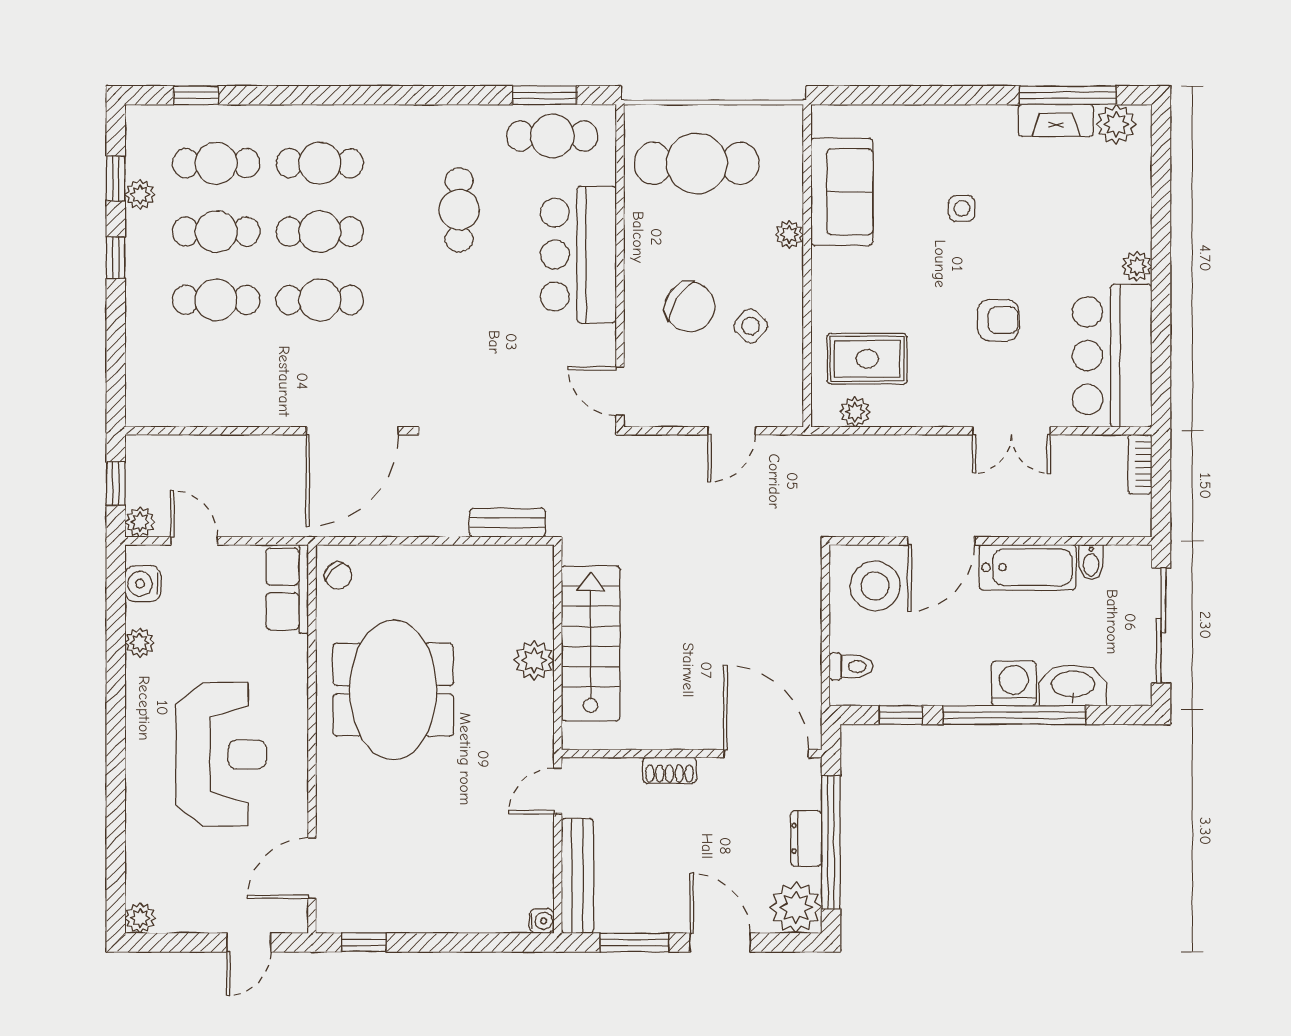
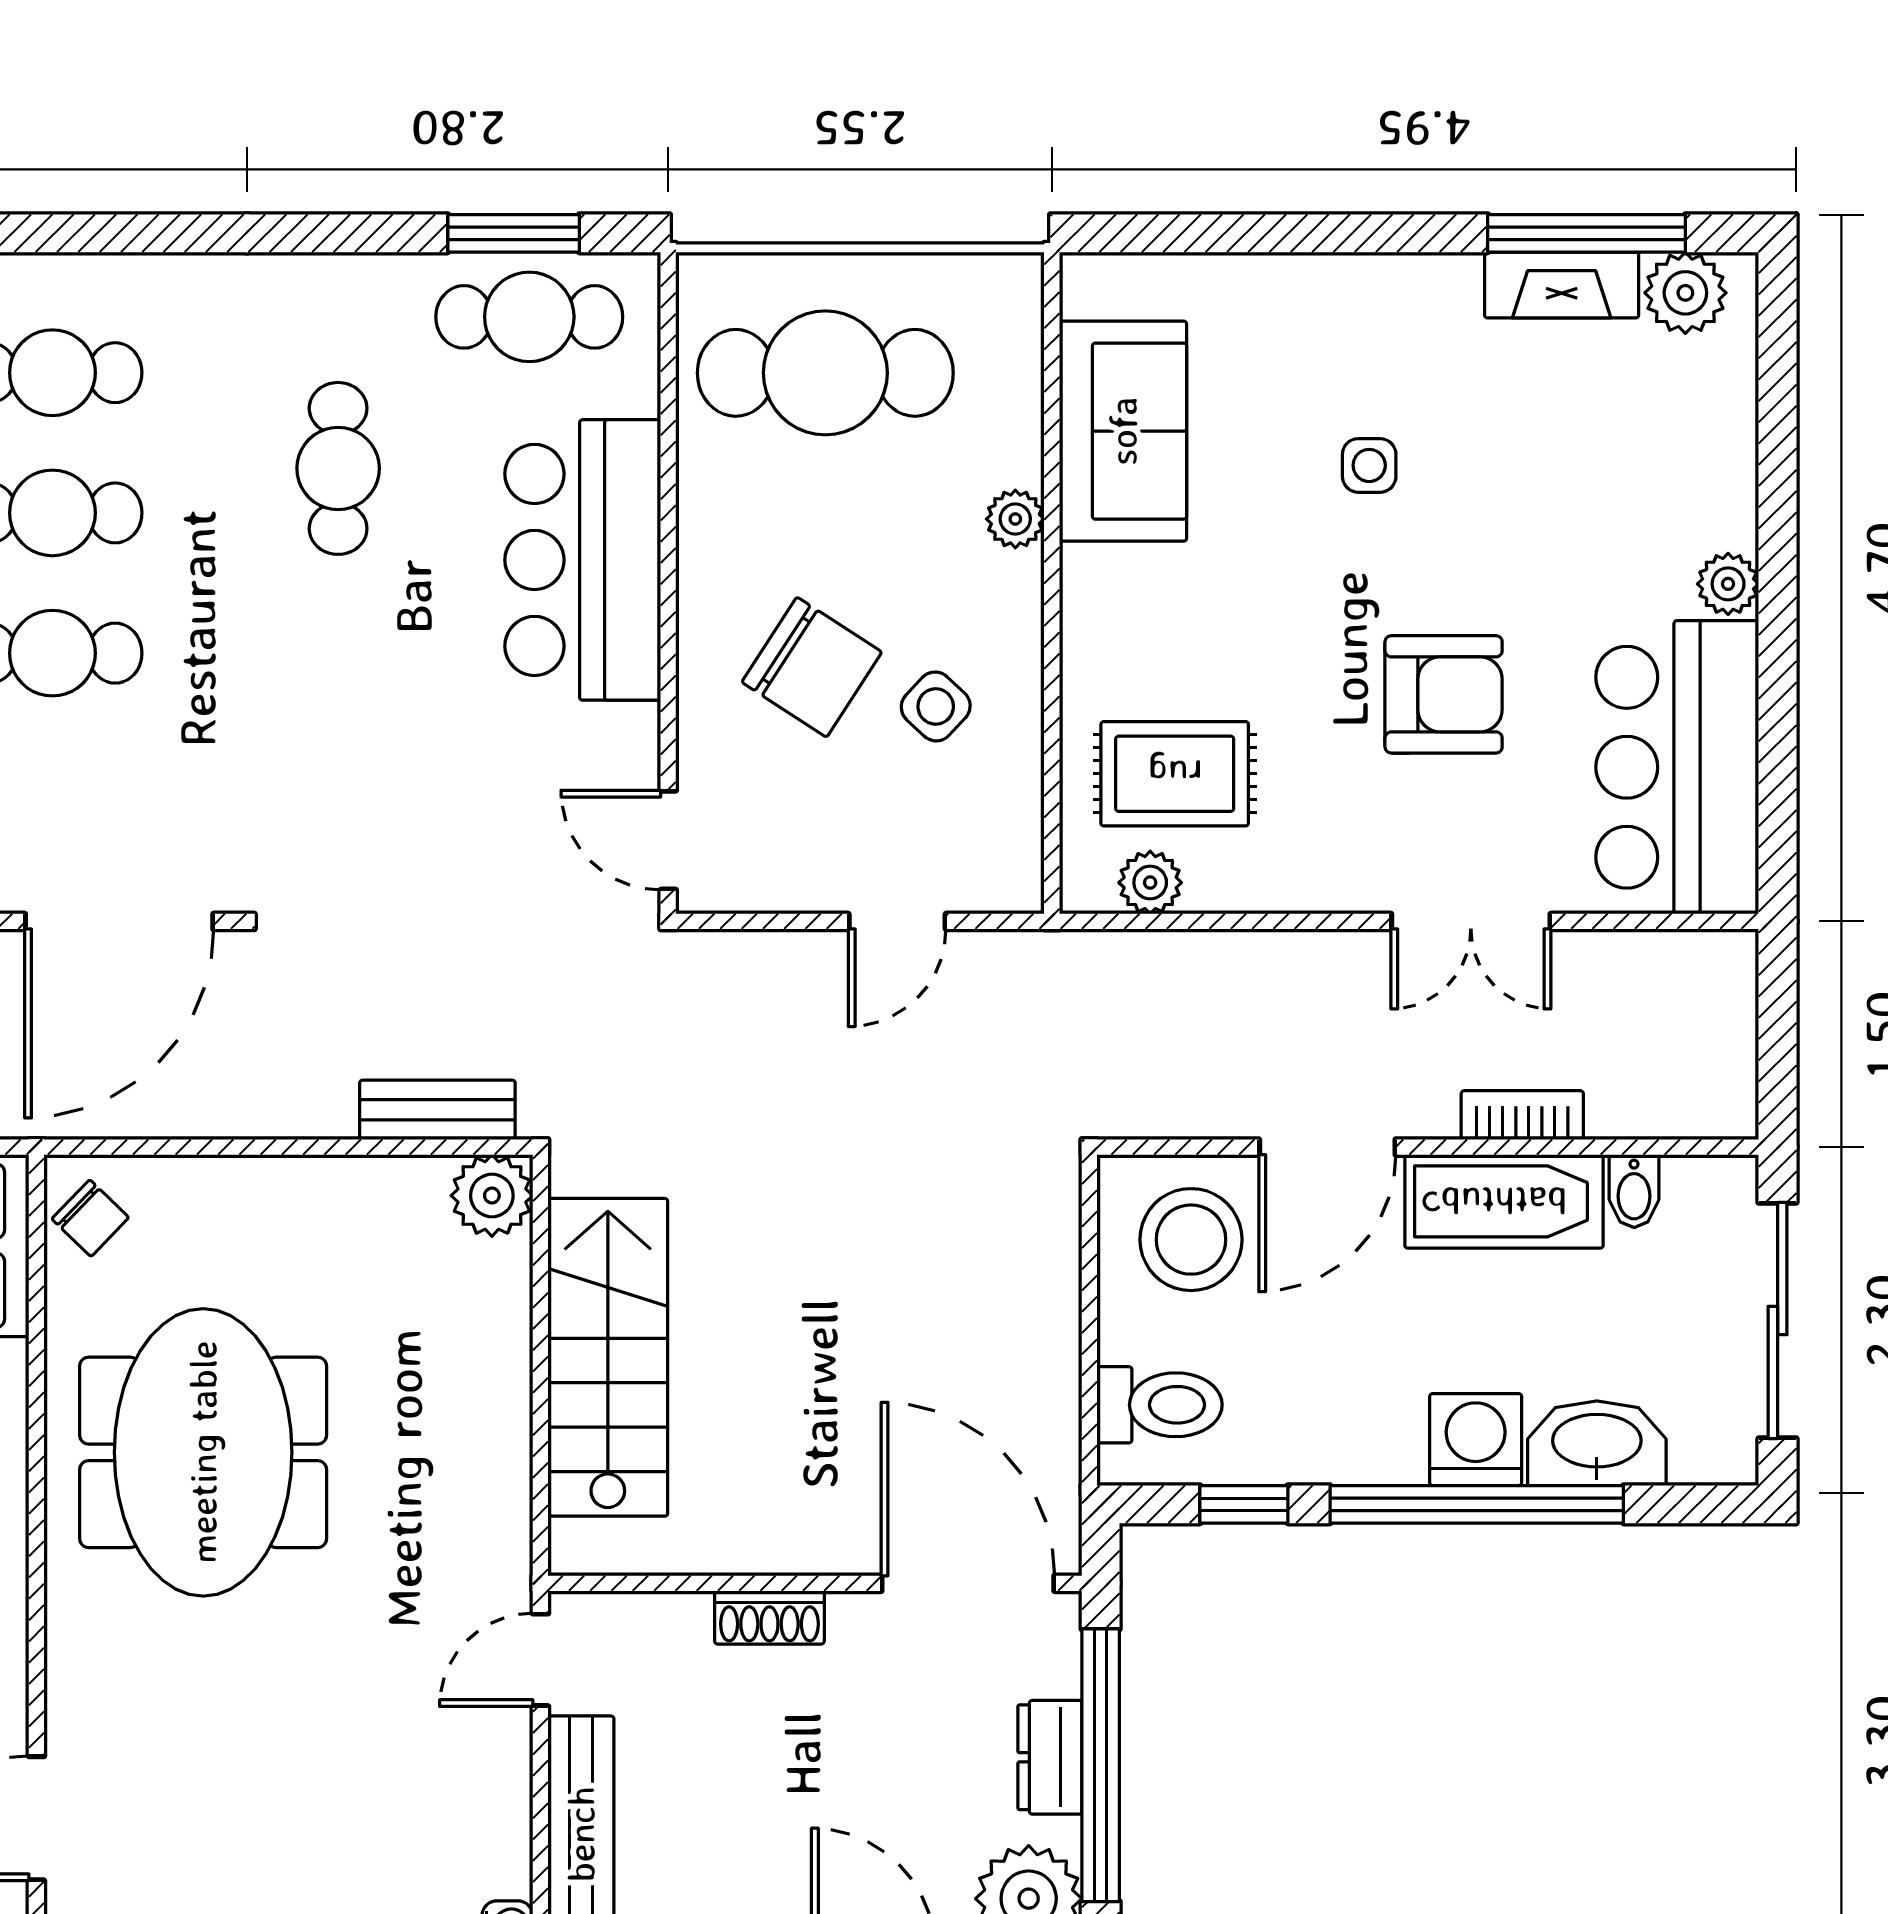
armchair: (998, 320) -> (1444, 694), width x1.38, depth x1.38
bookcase: (1140, 464) -> (1522, 1115), moved, turned 90
plant: (534, 660) -> (492, 1196), moved
toilet: (851, 667) -> (1160, 1405), width x1.37, depth x1.39

